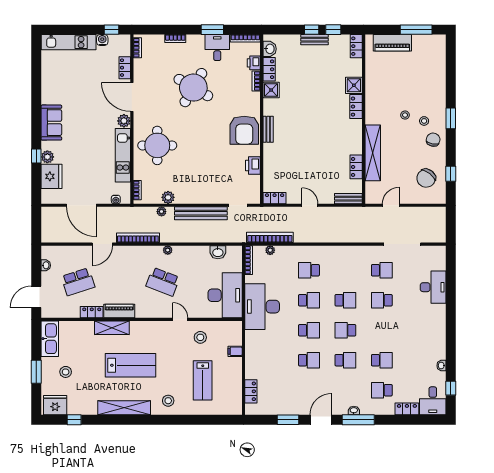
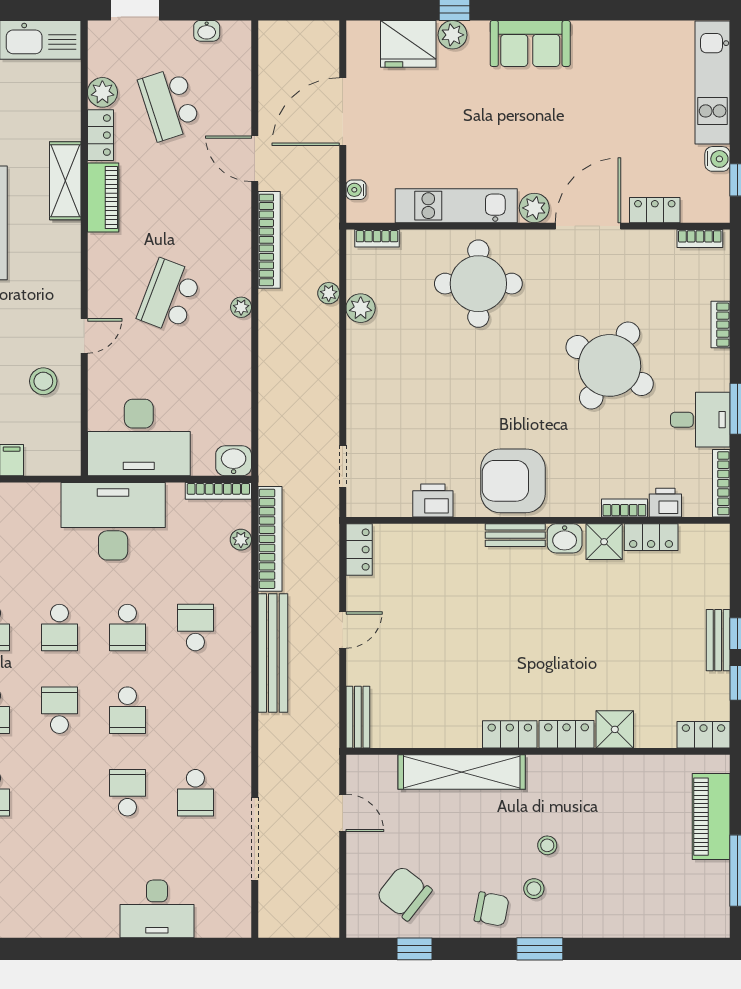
washbasin: (270, 49) -> (565, 538), moved
locker: (356, 167) -> (510, 734), moved
bench: (201, 213) -> (273, 653), moved
washbasin: (218, 252) -> (234, 461), moved, turned 90
plant: (73, 311) -> (102, 92), added

